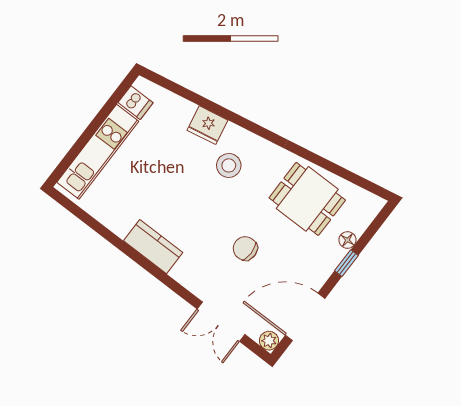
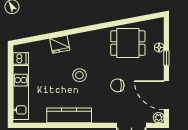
stool: (229, 165) -> (79, 75), moved
kitchen counter: (153, 247) -> (69, 115), width x1.50
door: (305, 317) -> (166, 95), hinge flipped

